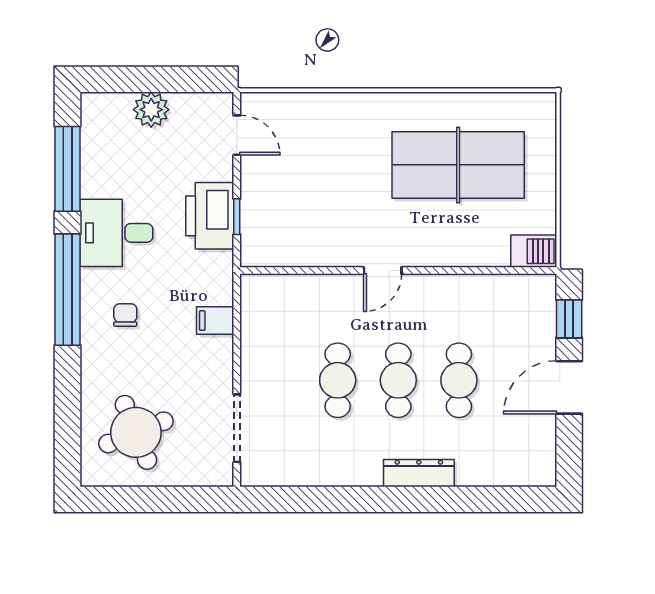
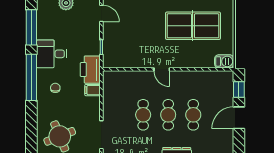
printer: (210, 216) -> (90, 70), moved
door: (383, 271) -> (162, 69), hinge flipped

